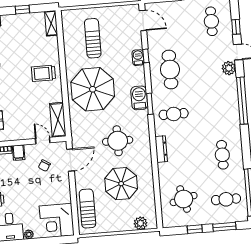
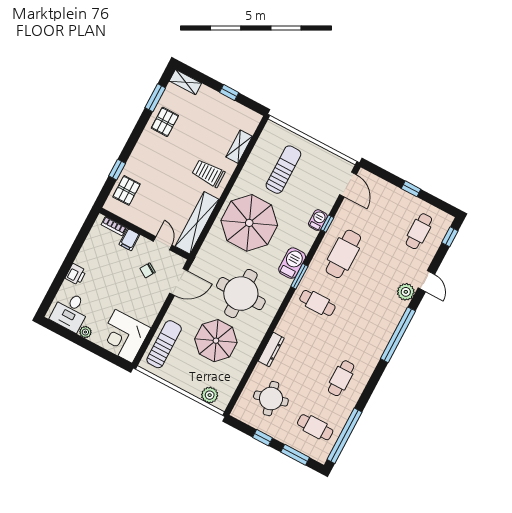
shelving: (51, 23) -> (239, 147), moved
window: (236, 27) -> (450, 237), moved
shelving: (58, 120) -> (197, 223), width x1.47
round table: (118, 141) -> (241, 294), width x1.36, depth x1.36
dresser: (161, 149) -> (271, 350), moved

